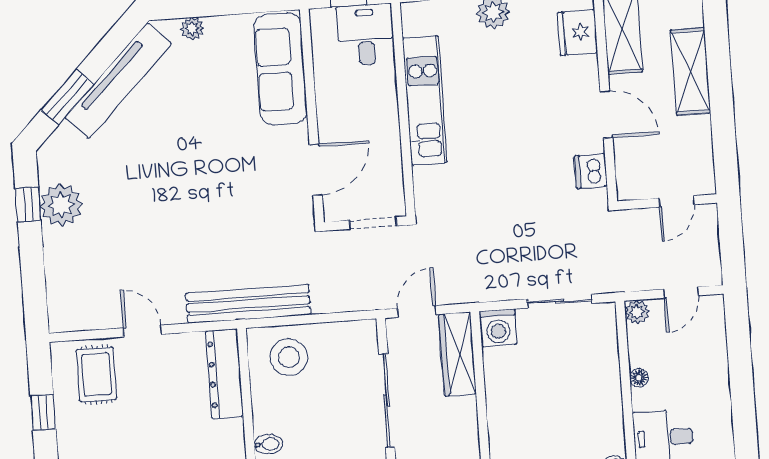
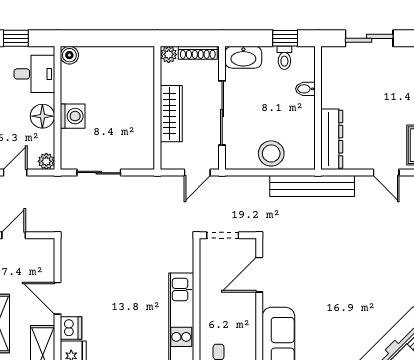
dishwasher: (591, 171) -> (71, 328), moved
washing machine: (498, 328) -> (73, 116), moved, turned 90
wardrobe: (458, 354) -> (171, 114), moved
stool: (289, 357) -> (271, 153), moved
floor lamp: (639, 378) -> (42, 116), width x1.89, depth x1.89

